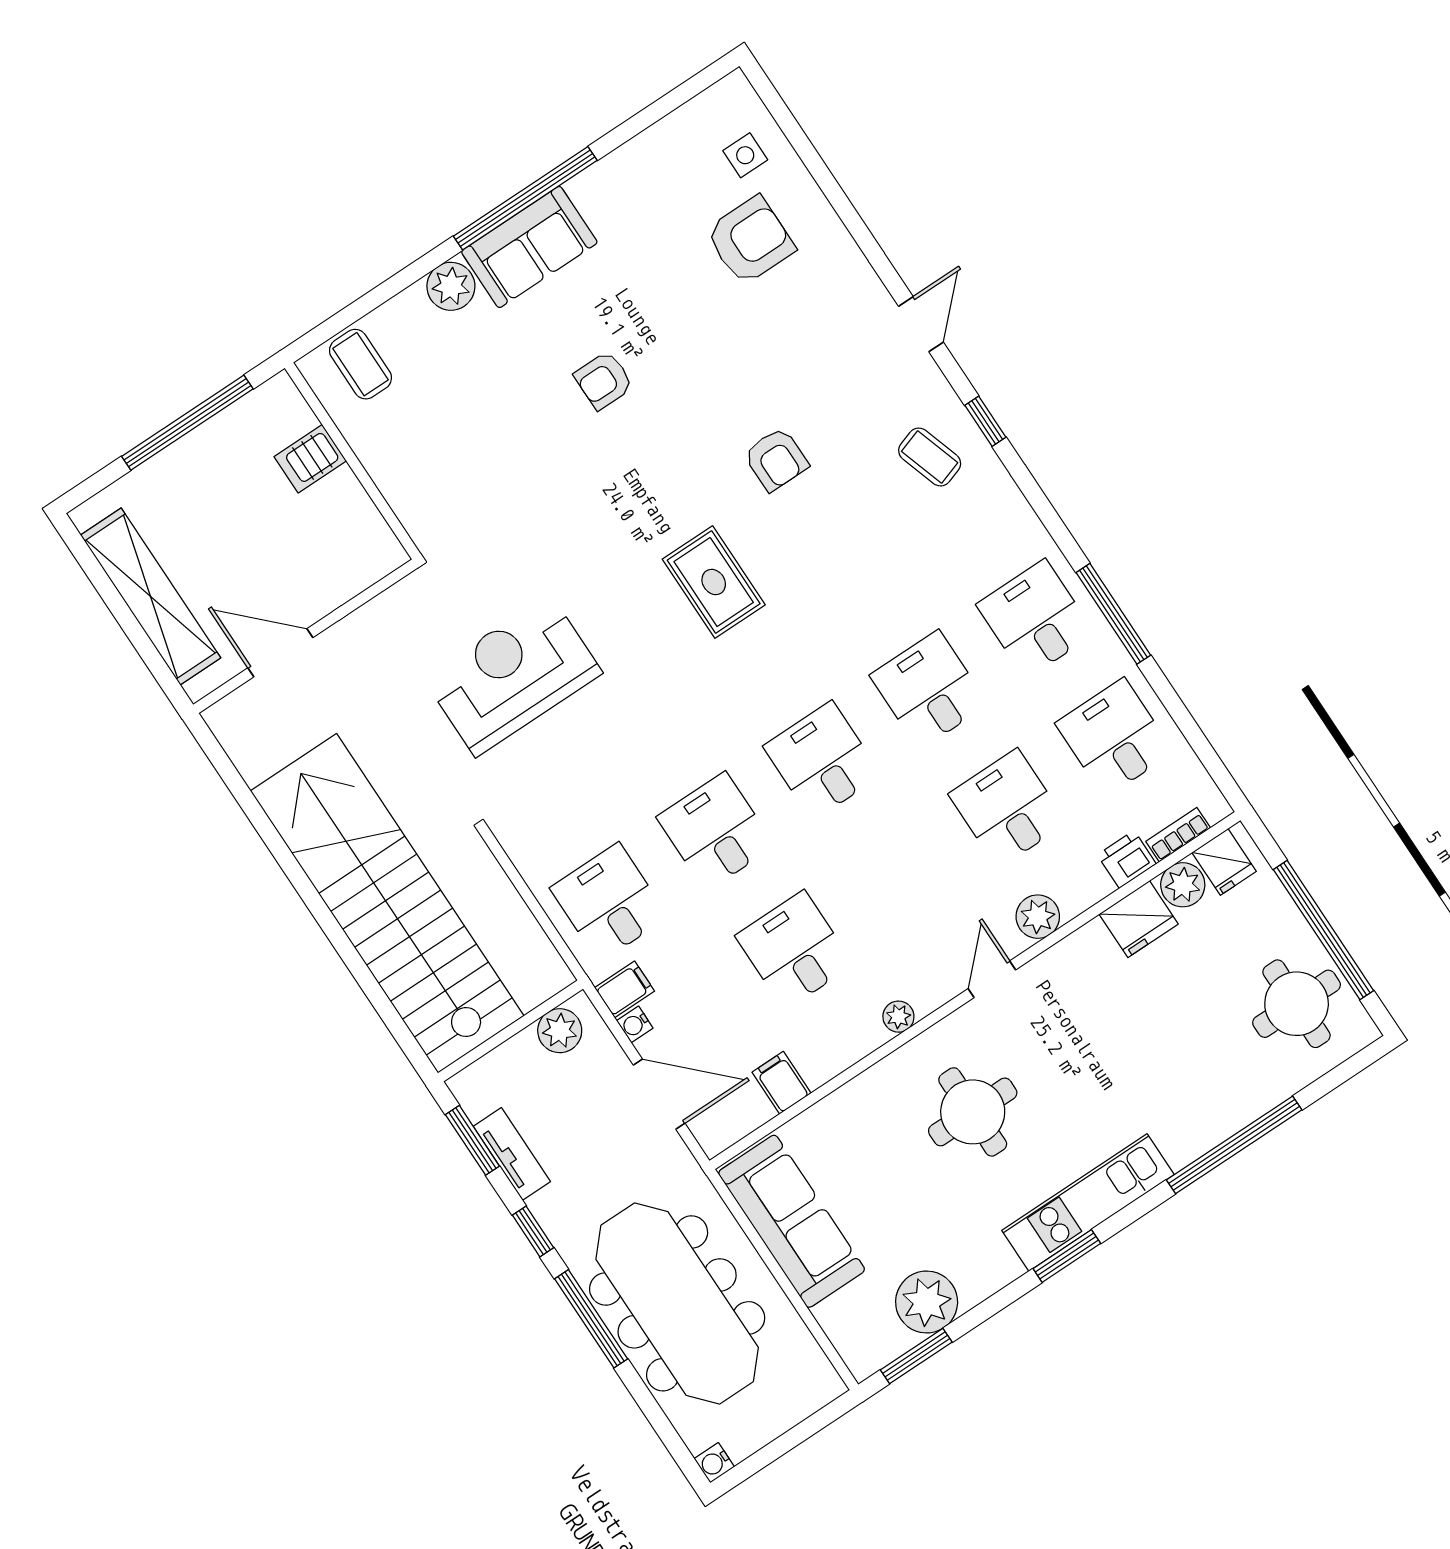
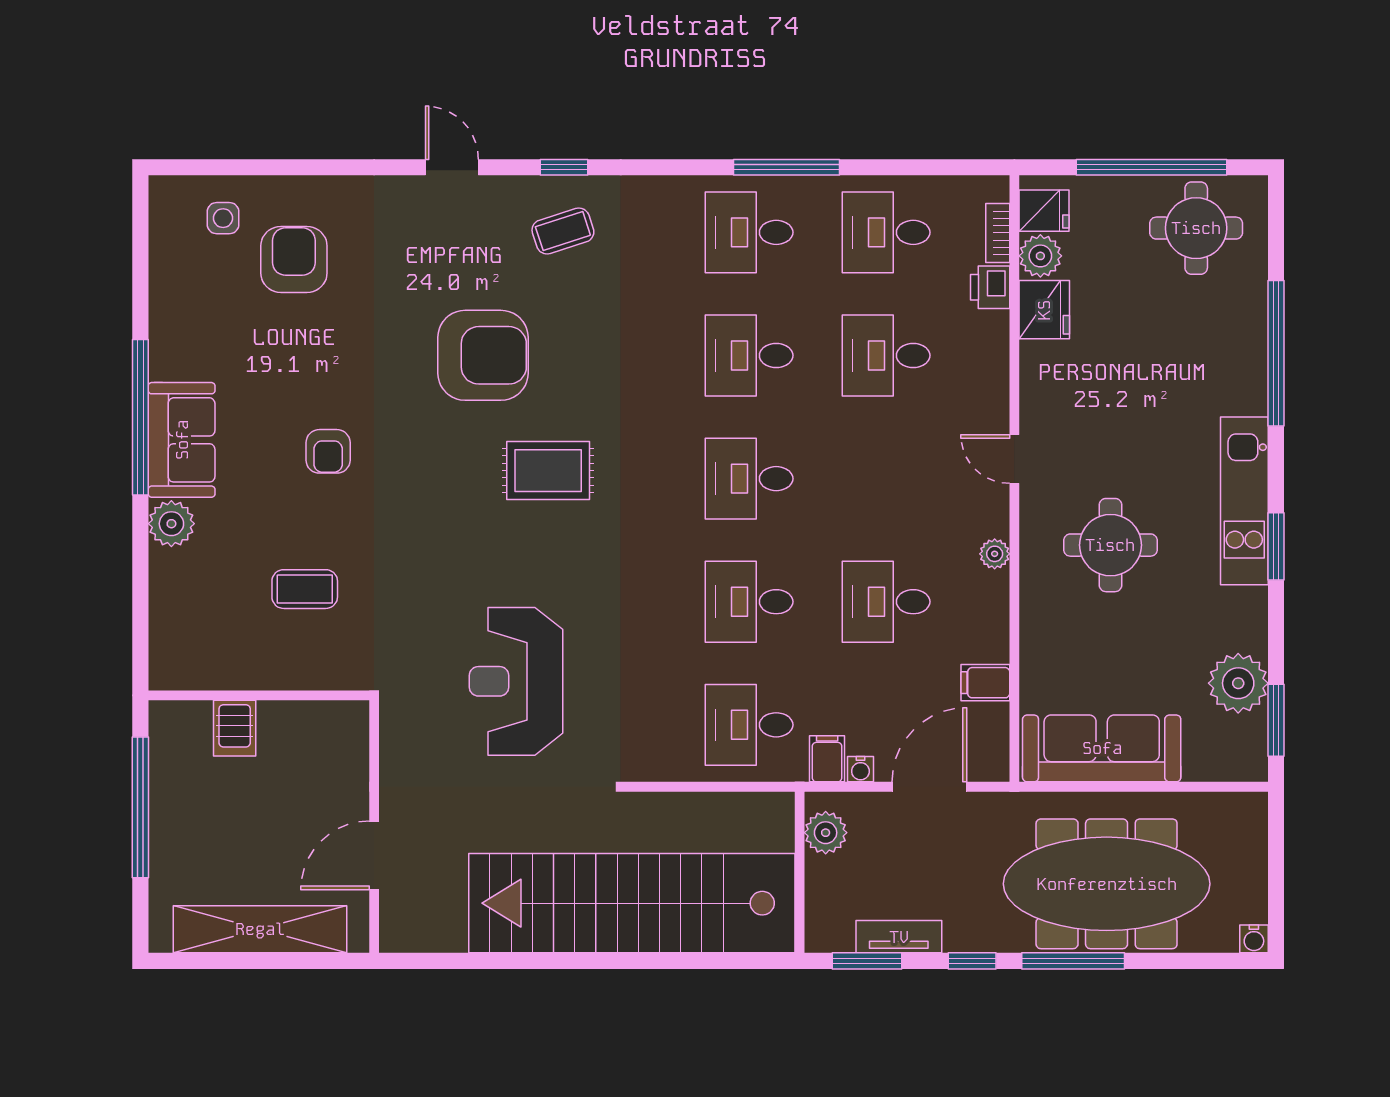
coffee table: (360, 364) -> (305, 589), moved
armchair: (776, 459) -> (483, 355), width x1.88, depth x1.88
plant: (1038, 917) -> (989, 389), removed

